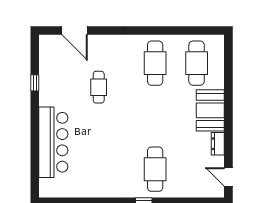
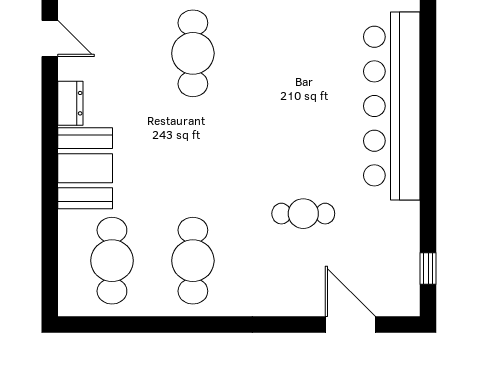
window: (35, 83) -> (428, 269), moved
cafe table: (99, 87) -> (303, 214), turned 90
bar counter: (53, 142) -> (392, 106), width x1.36

